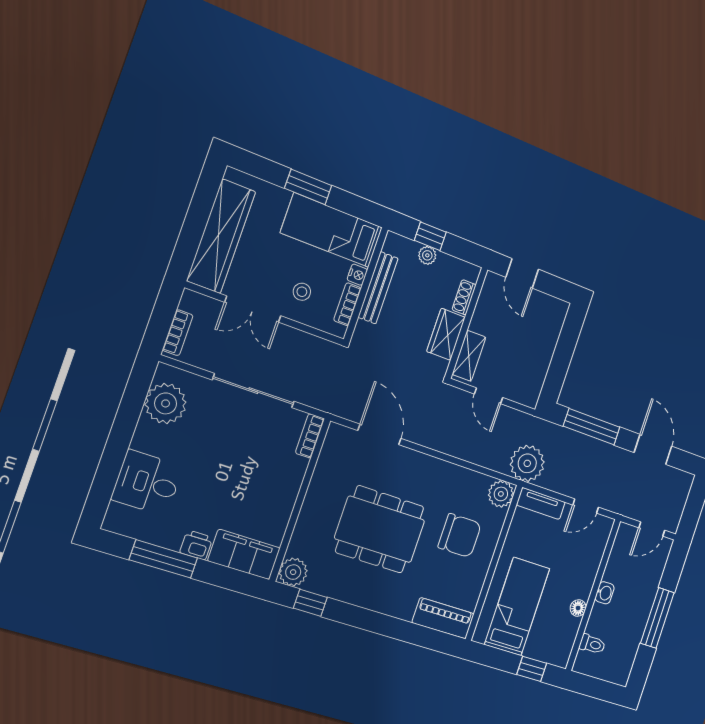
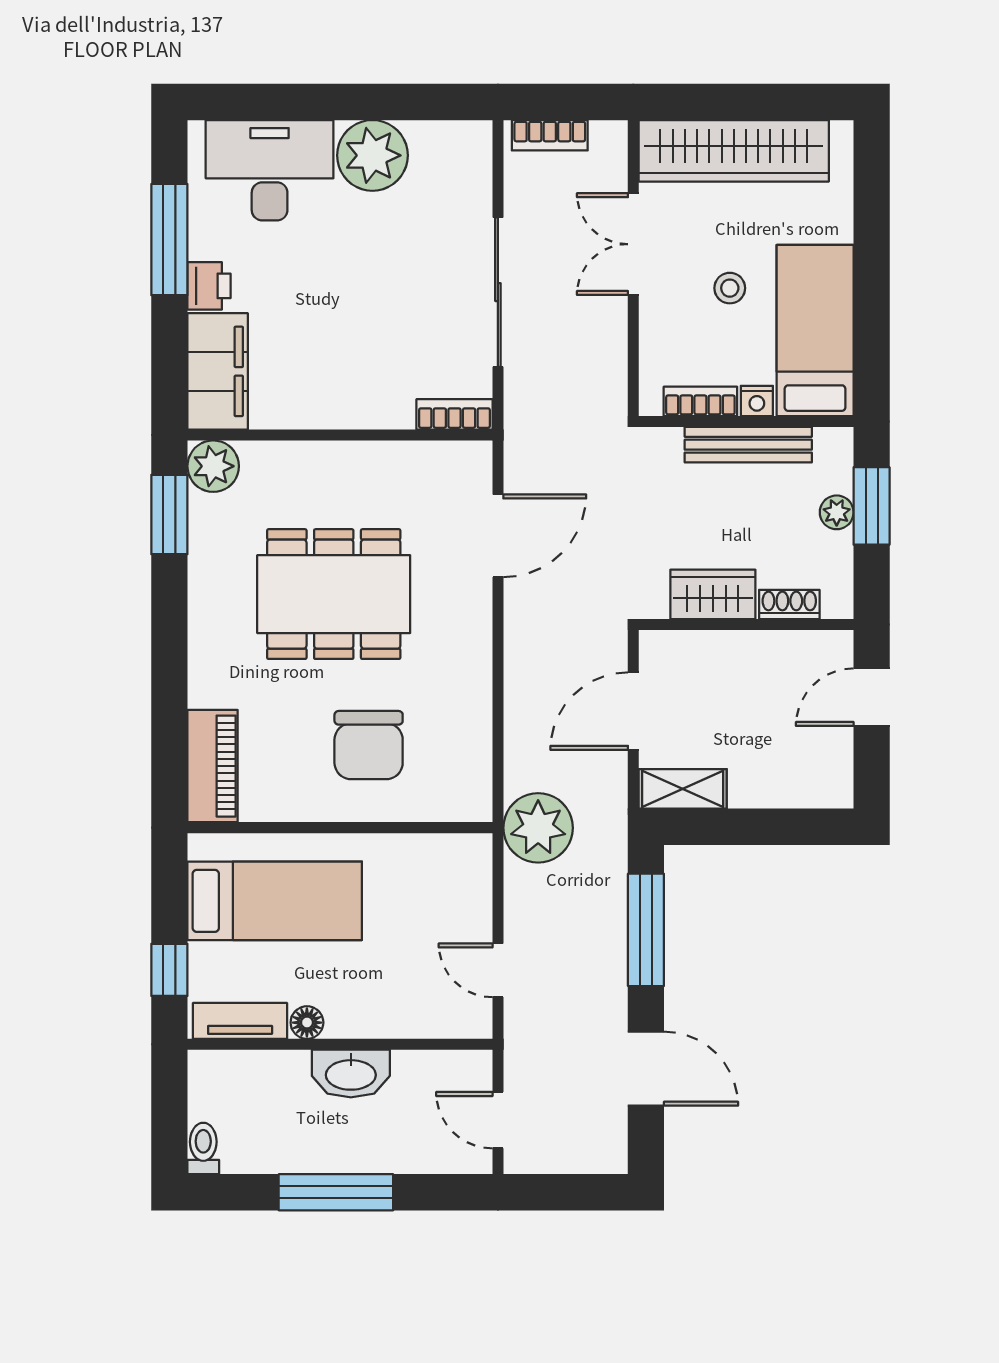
window: (308, 187) -> (872, 266), removed
window: (430, 236) -> (872, 506), width x1.50
stool: (302, 292) -> (730, 288), moved
shelving: (469, 356) -> (683, 789), moved
door: (489, 396) -> (633, 711), width x1.38
plant: (166, 403) -> (372, 155), moved
door: (653, 449) -> (646, 1069), hinge flipped
desk: (147, 483) -> (270, 170), width x1.37
plant: (501, 494) -> (467, 797), removed
tv unit: (541, 503) -> (240, 1021), moved, turned 90
dining table: (380, 529) -> (334, 594), turned 90
washbasin: (605, 593) -> (351, 1074), width x1.91, depth x1.45
window: (310, 603) -> (169, 515), width x1.50
toilet: (592, 644) -> (203, 1148), moved, turned 180

